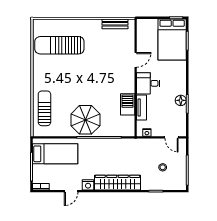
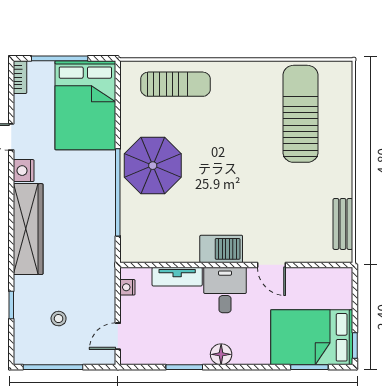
floor lamp: (181, 100) -> (221, 354), moved
barbecue: (128, 104) -> (221, 249), moved
bed: (55, 154) -> (85, 105), width x1.50

